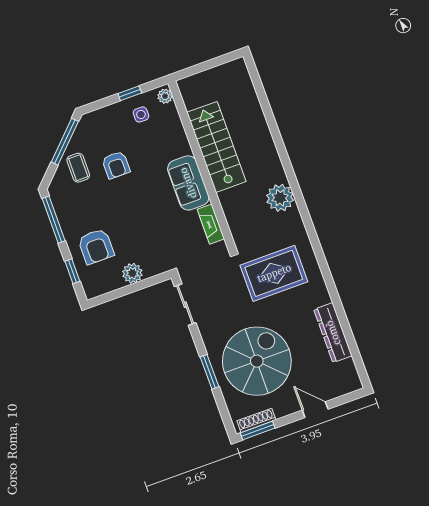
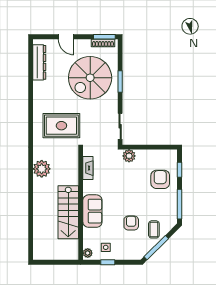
sofa: (188, 183) -> (92, 211), moved
plant: (132, 273) -> (129, 156), moved
dresser: (333, 333) -> (39, 62), moved

